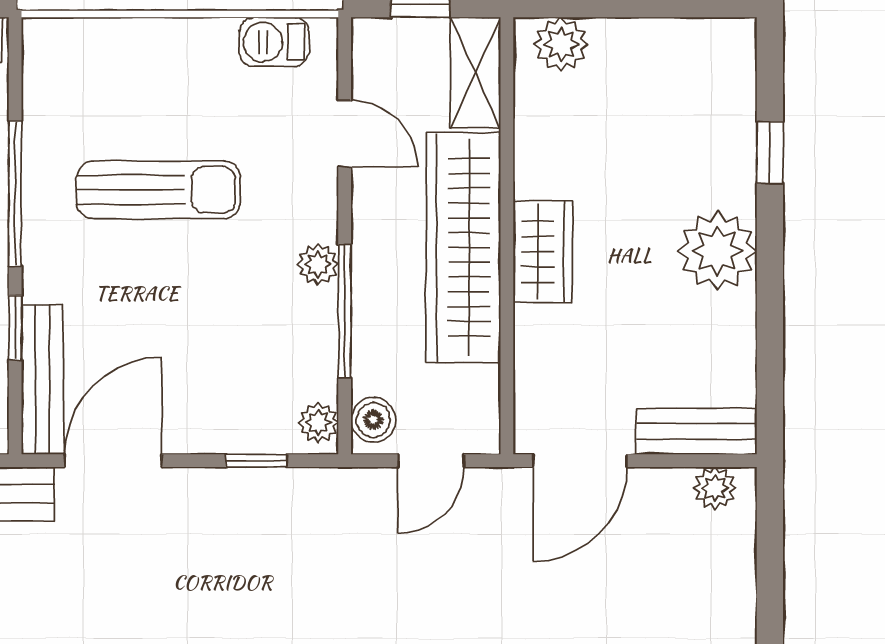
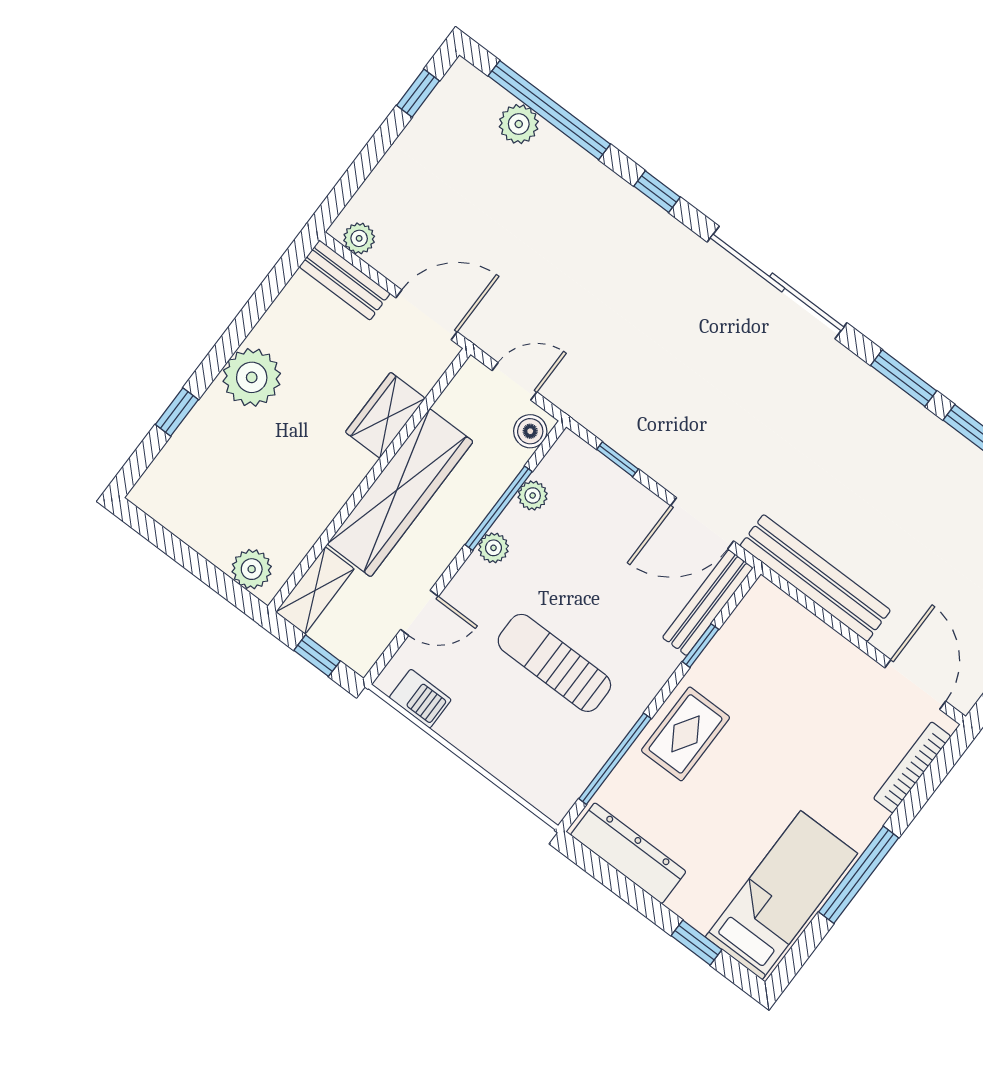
door: (345, 134) -> (419, 613), swing flipped
window: (15, 193) -> (615, 759), moved
wardrobe: (543, 252) -> (385, 415), moved
plant: (318, 423) -> (533, 495), moved

